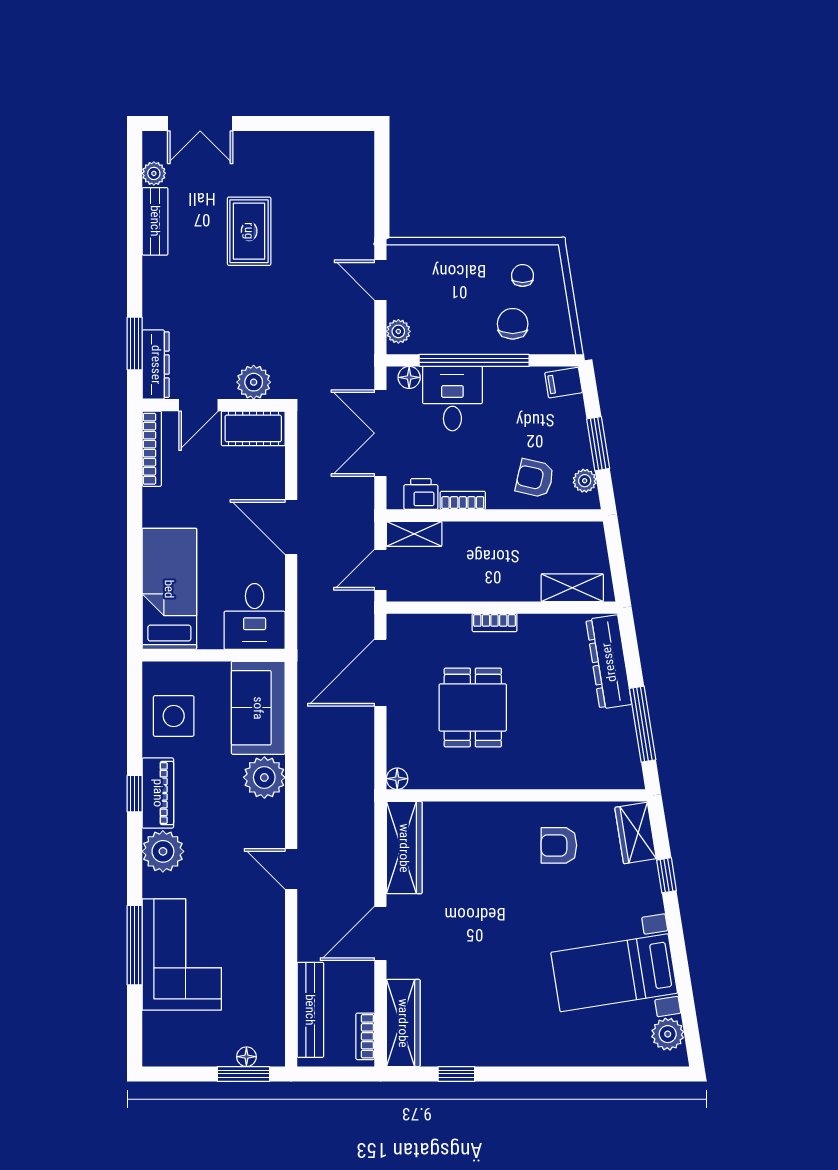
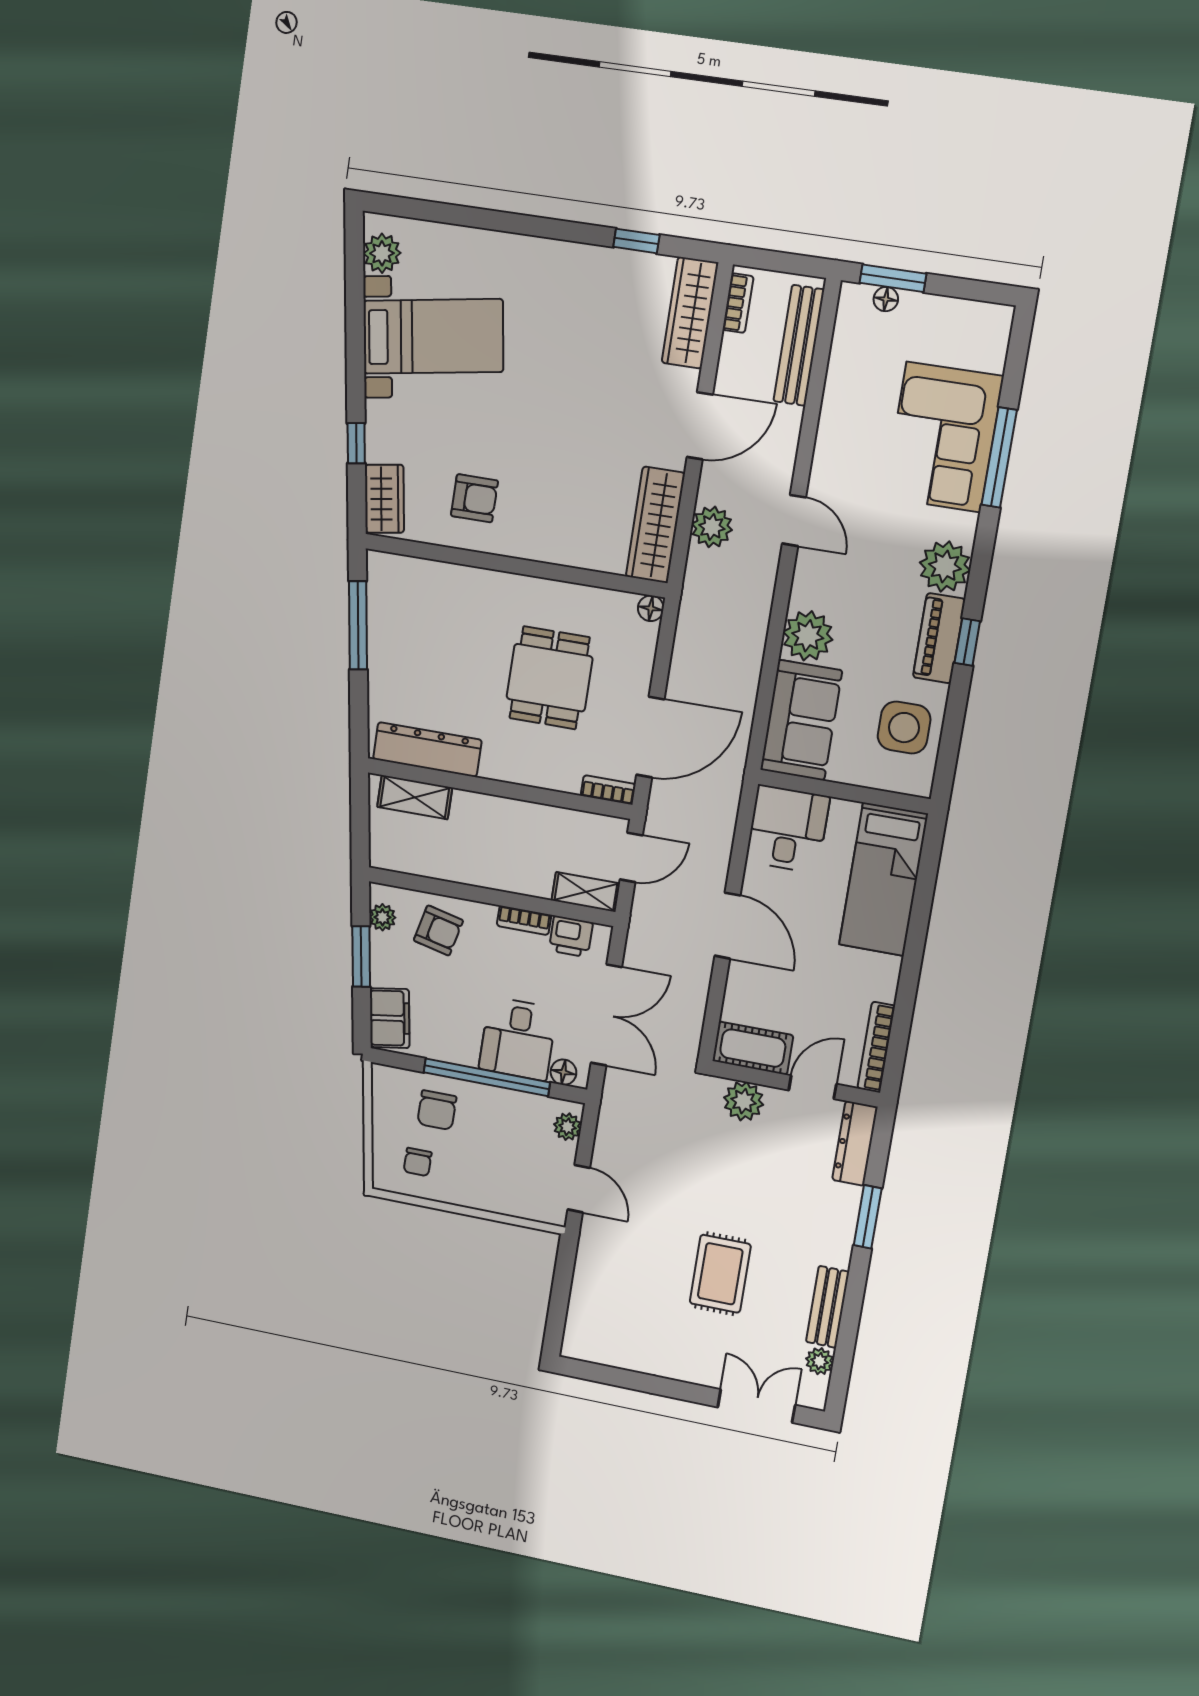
window: (135, 344) -> (868, 1217), moved
filing cabinet: (564, 383) -> (390, 1018), width x2.00
bookcase: (495, 623) -> (608, 790), moved
dresser: (609, 662) -> (427, 749), moved, turned -81
plant: (357, 853) -> (712, 527), added

